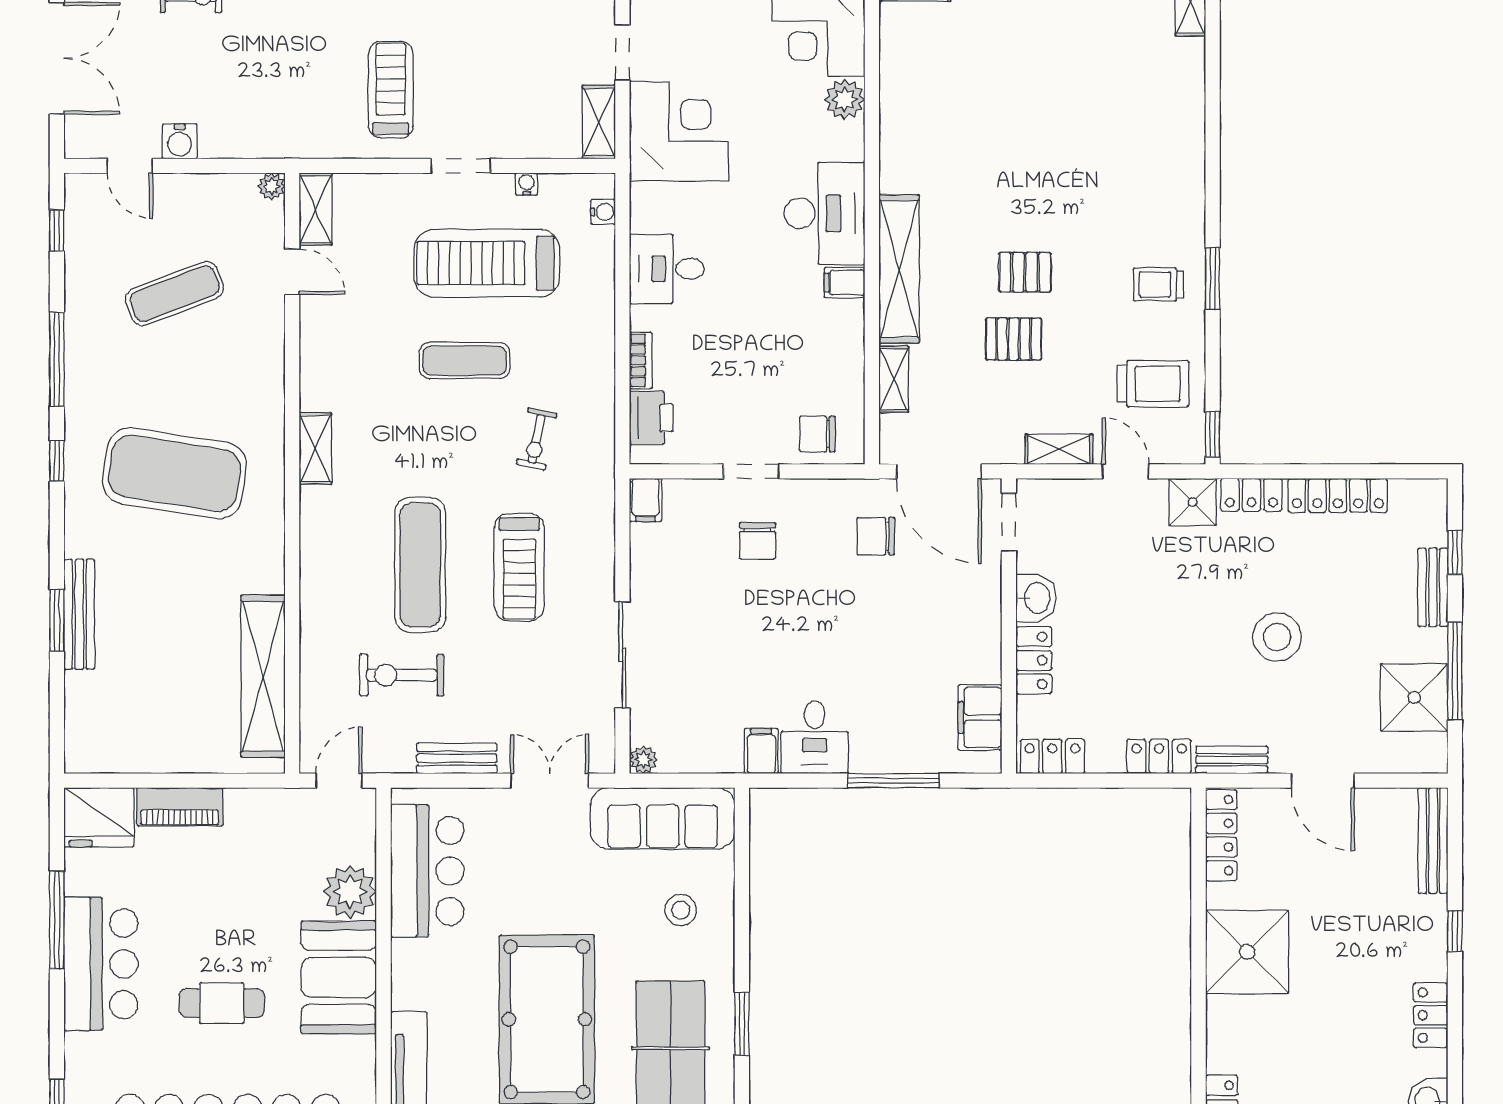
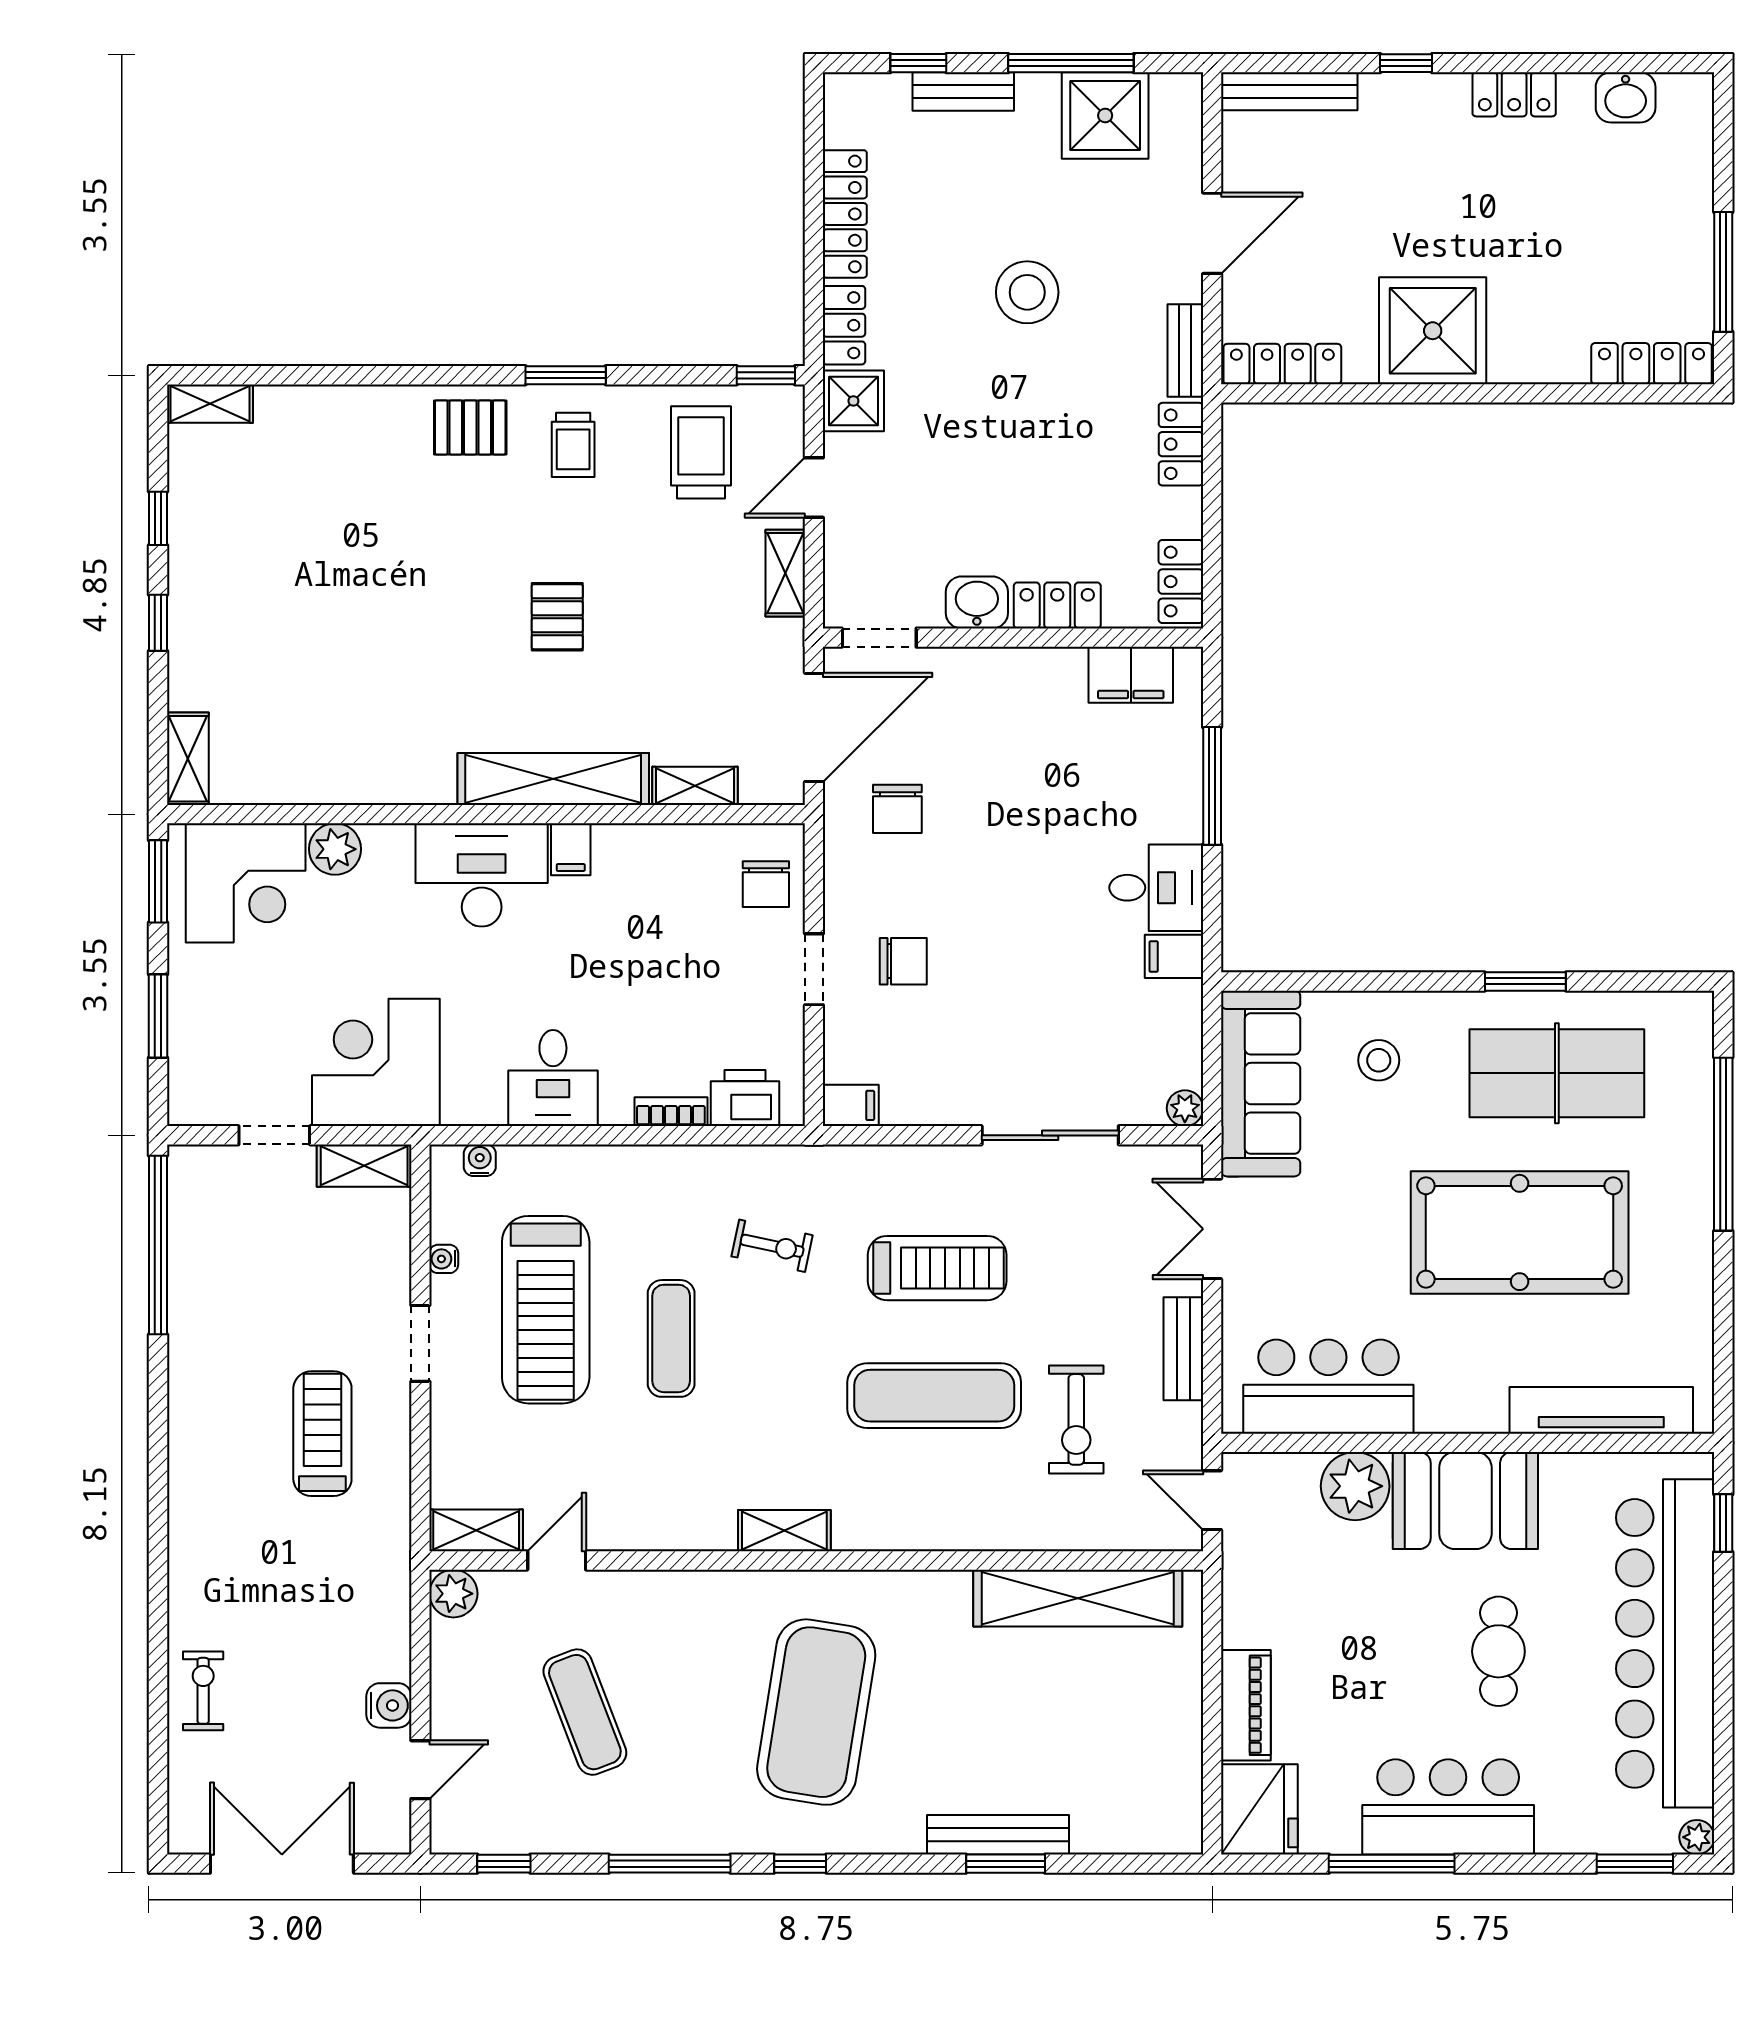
treadmill: (391, 90) -> (322, 1434), turned 90
plant: (272, 186) -> (453, 1594), width x1.38, depth x1.38
pallet: (1014, 339) -> (470, 427), moved, turned 90

